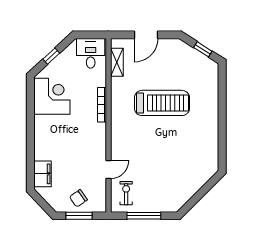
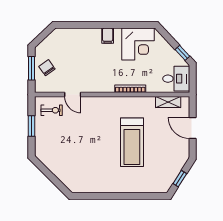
window: (51, 56) -> (182, 53), moved
filing cabinet: (43, 174) -> (108, 36), moved, width x0.50
window: (144, 216) -> (31, 126), width x0.69

